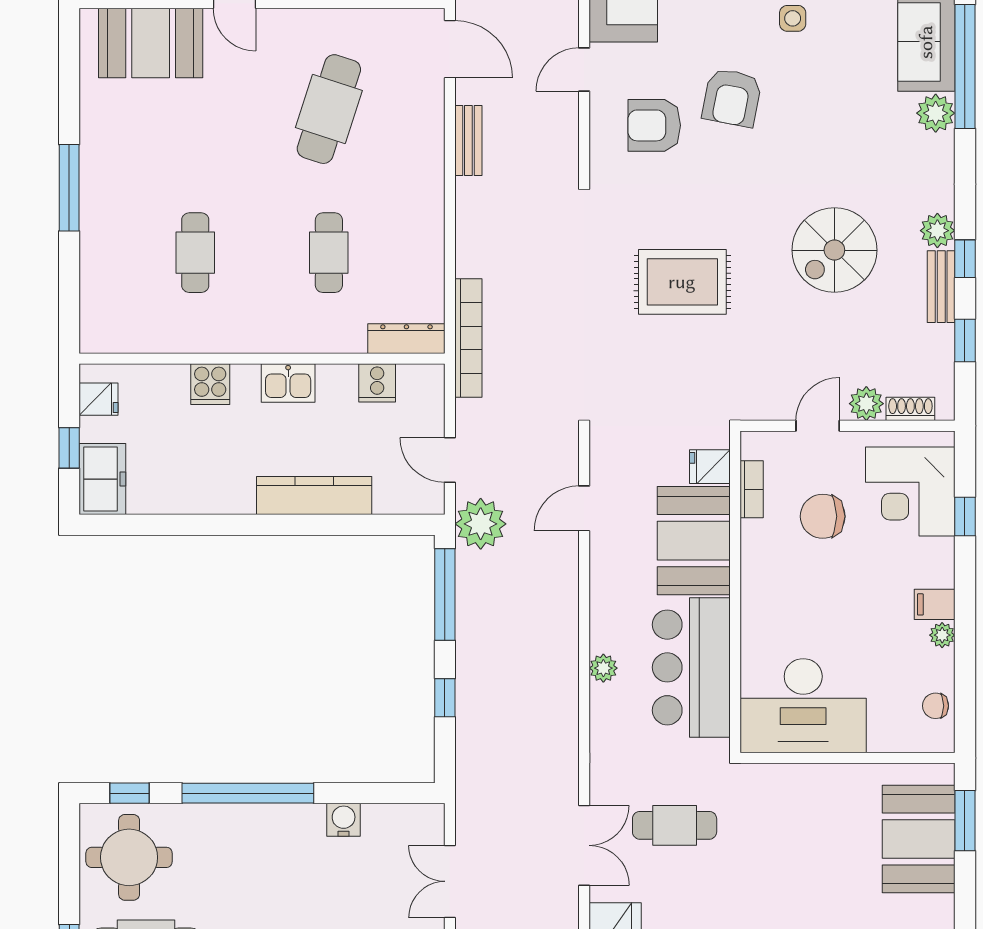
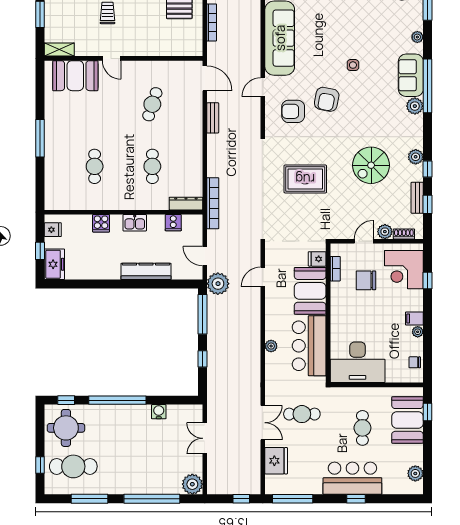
cafe table: (329, 109) -> (152, 104), width x0.73, depth x0.74
bench: (941, 287) -> (417, 198), moved
window: (965, 821) -> (427, 412), width x0.67
cafe table: (815, 857) -> (362, 428), added

